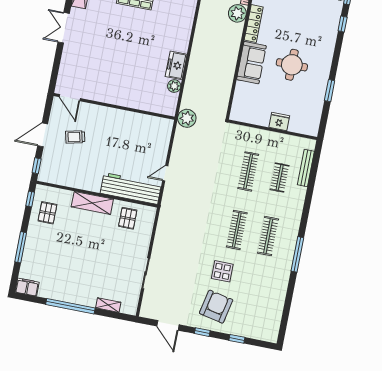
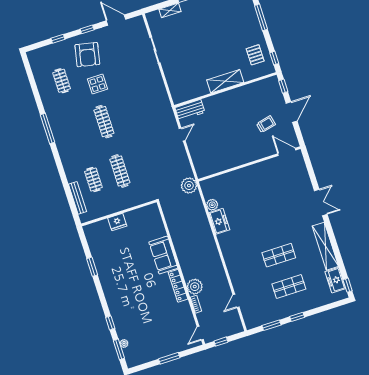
round table: (292, 65) -> (132, 270), removed
workbench: (131, 188) -> (190, 110), width x0.53, depth x0.76
pallet: (128, 218) -> (192, 85), removed
clothes rail: (268, 236) -> (62, 81), moved, width x0.73

